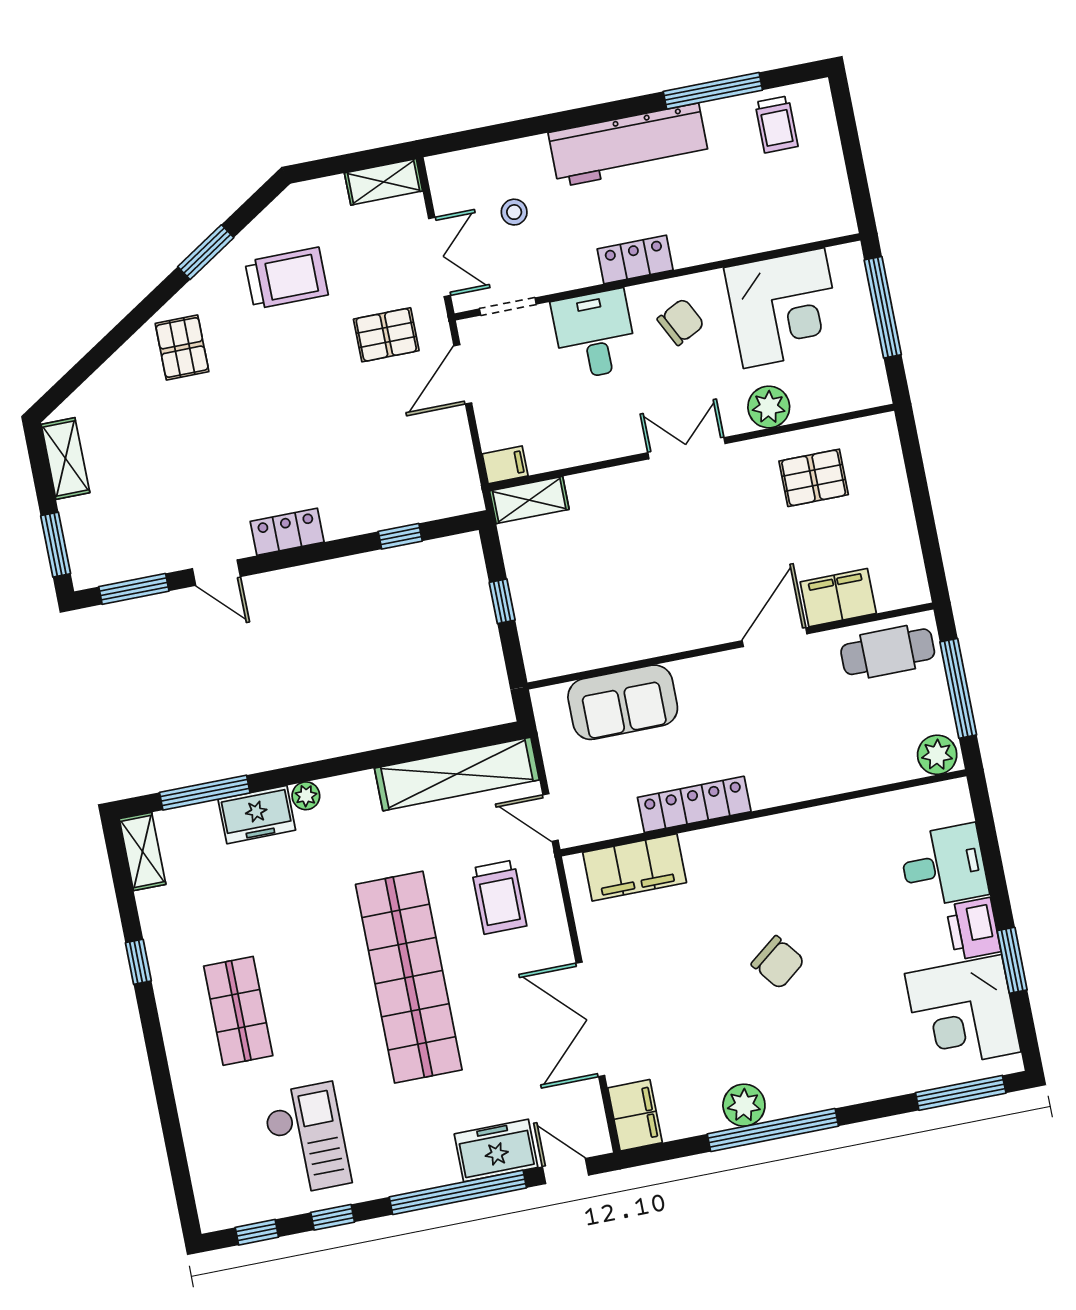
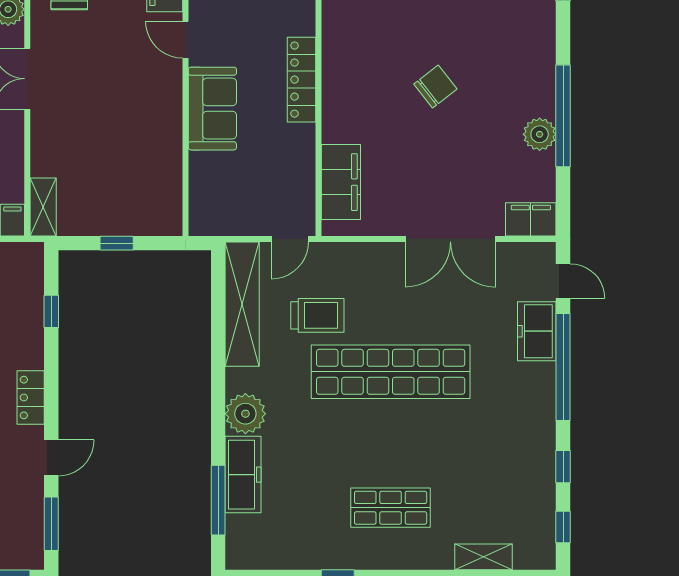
door: (775, 637) -> (186, 40), width x0.73
sofa: (623, 702) -> (212, 109), moved
plant: (306, 796) -> (245, 414), width x1.87, depth x1.87
locker: (694, 804) -> (302, 80), moved
freezer: (257, 815) -> (243, 475), width x1.40
shelving: (143, 851) -> (484, 557), moved
trolley: (499, 897) -> (317, 315), moved
checkout: (307, 1139) -> (499, 475), removed
door: (566, 1171) -> (563, 281), swing flipped

